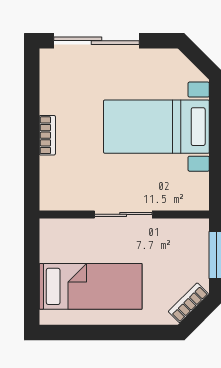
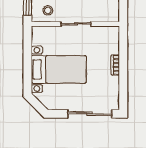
stool: (177, 241) -> (48, 10), added

